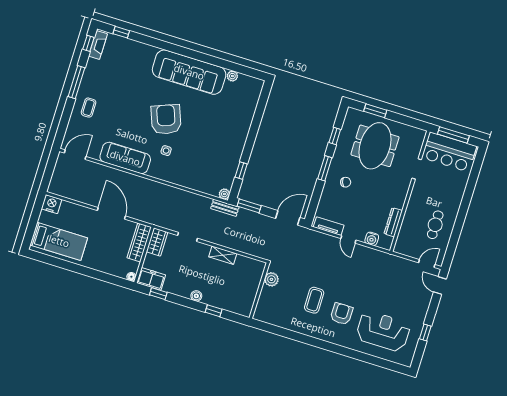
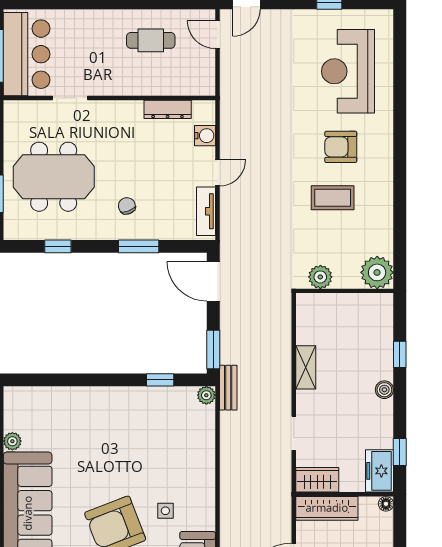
window: (325, 168) -> (139, 246), moved
plant: (264, 312) -> (377, 272), added

